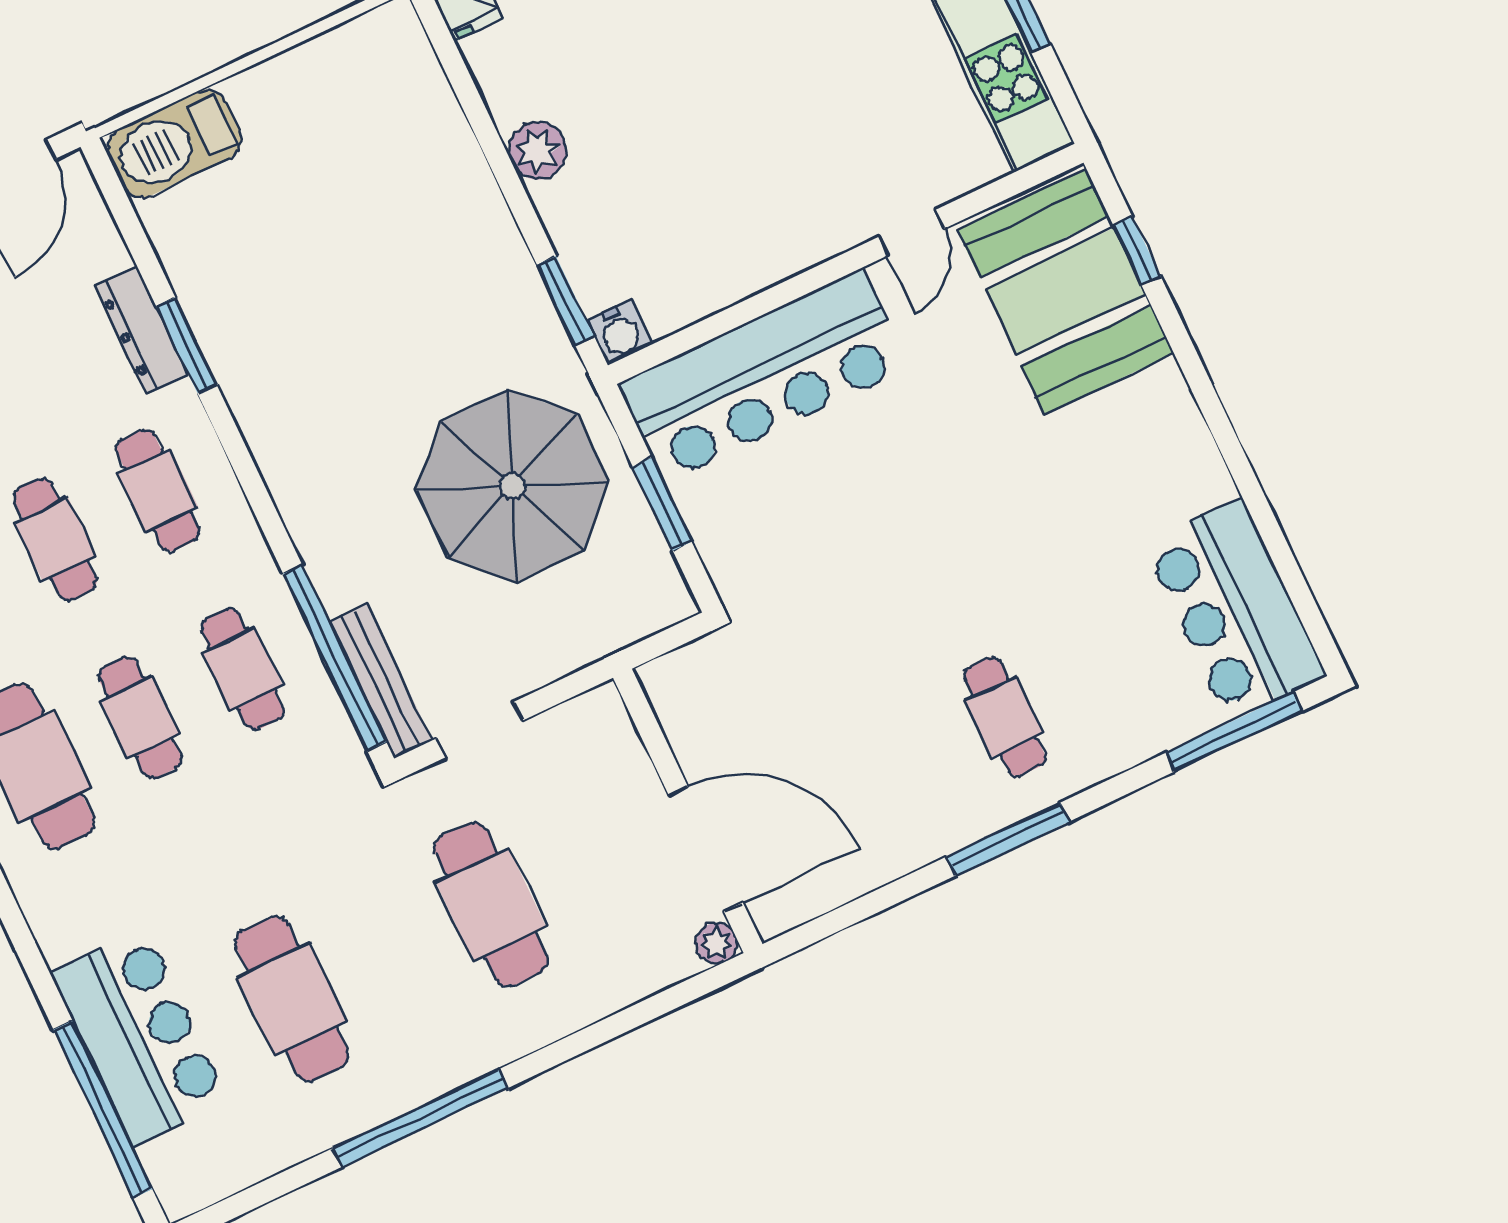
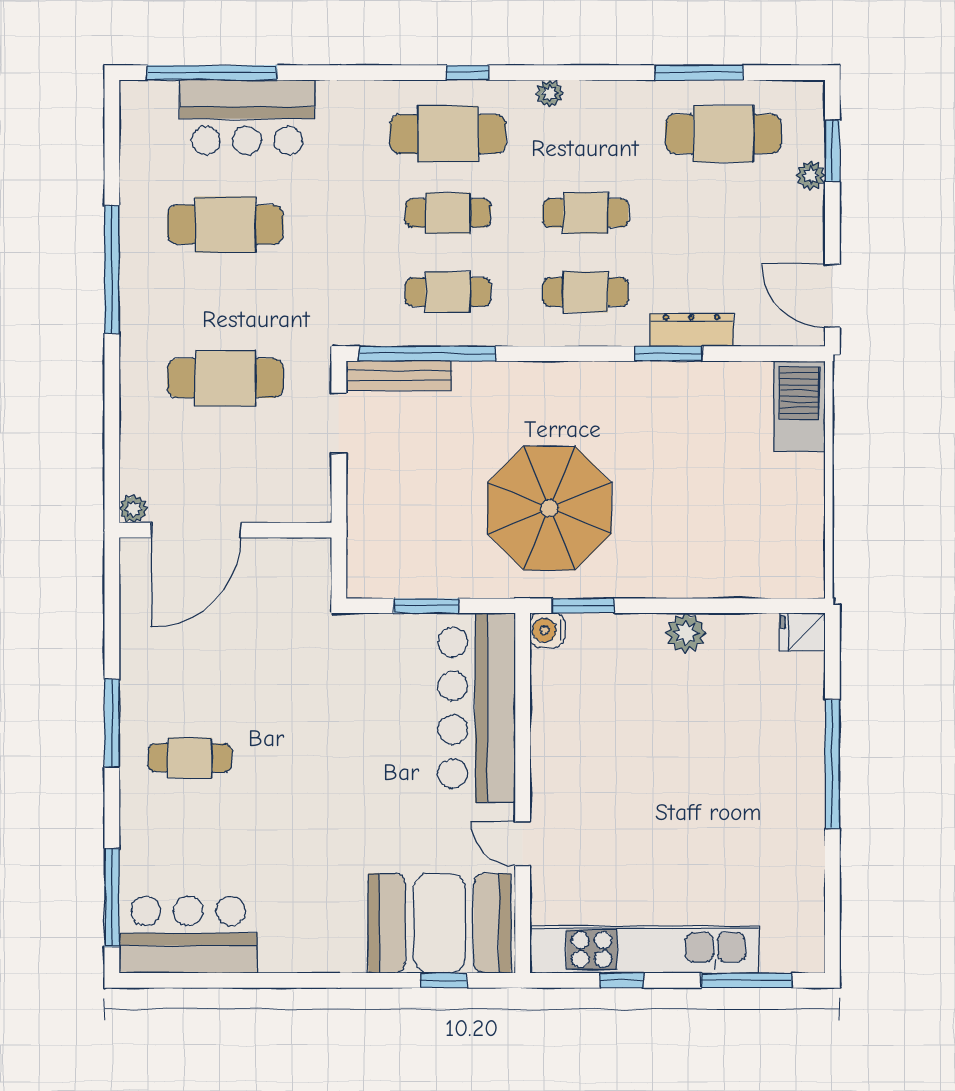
parasol: (512, 486) -> (549, 508), moved

